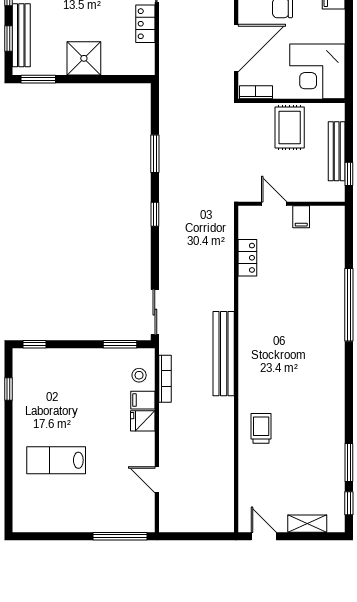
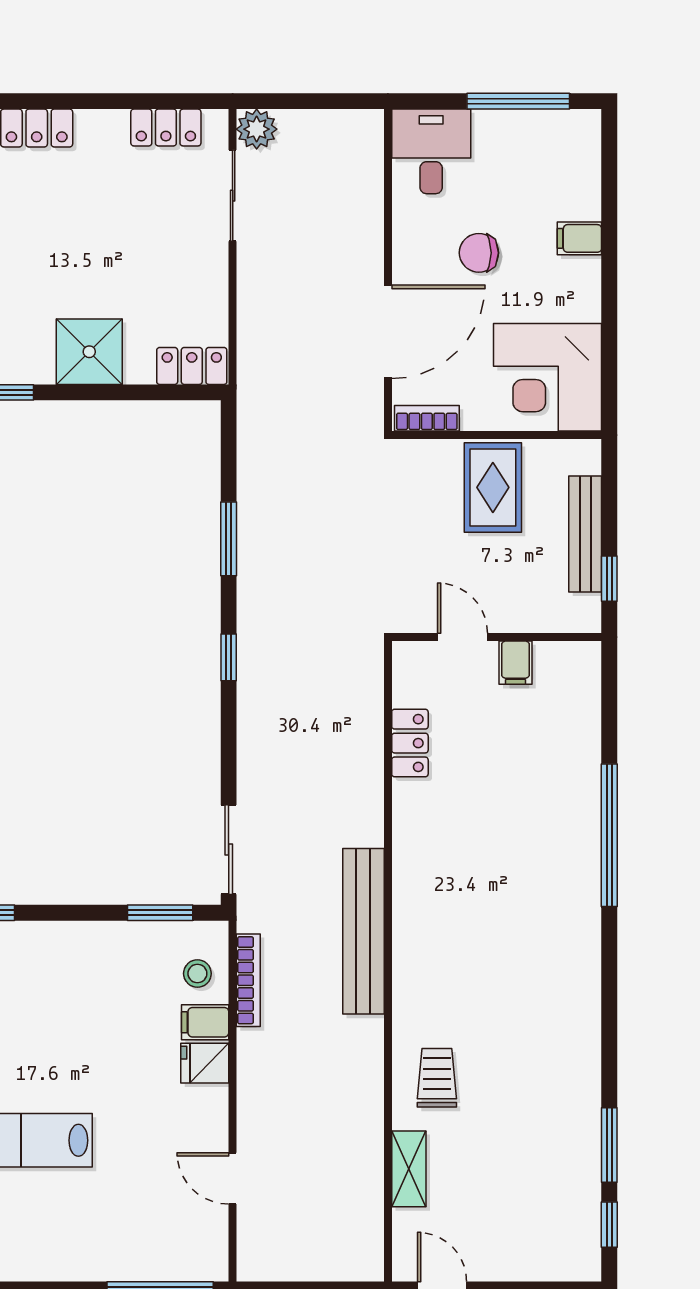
locker: (145, 24) -> (192, 366), moved, turned 90
shelving: (307, 524) -> (409, 1169), moved, turned 90

